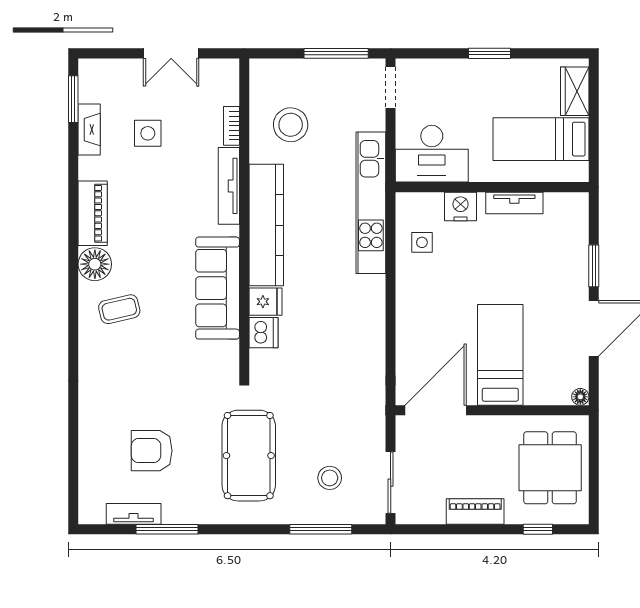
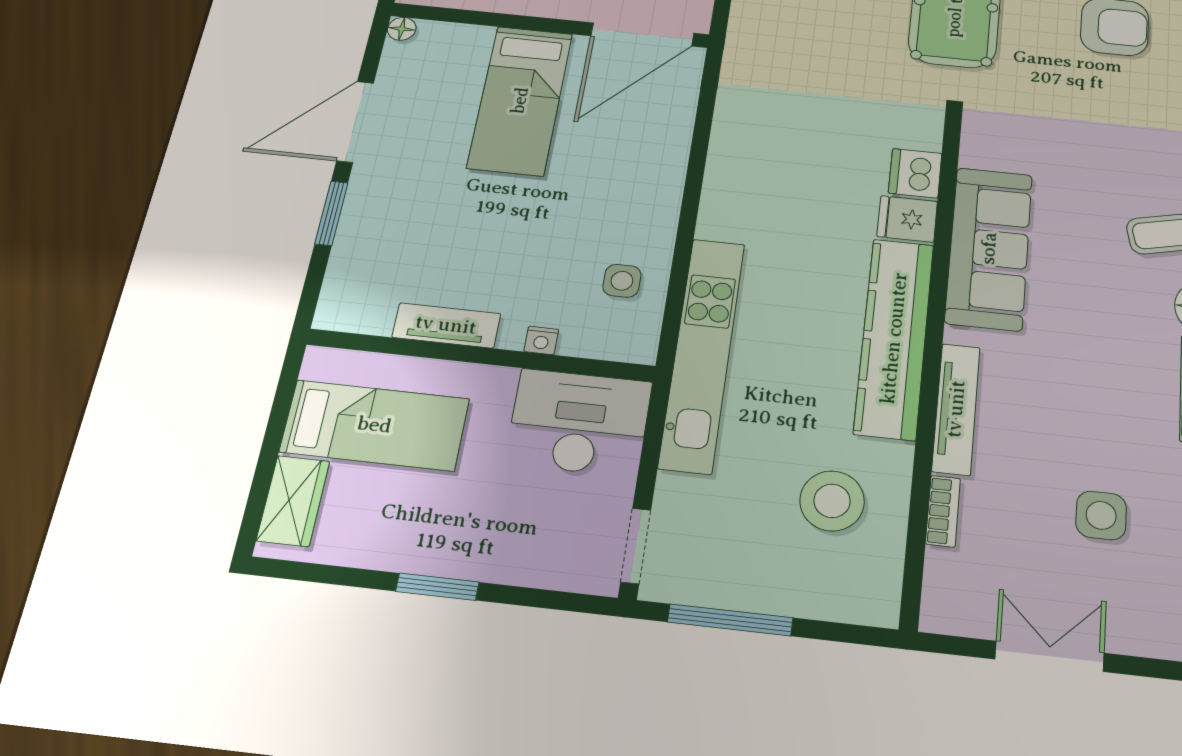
nightstand: (461, 206) -> (541, 340), width x0.53, depth x0.56

